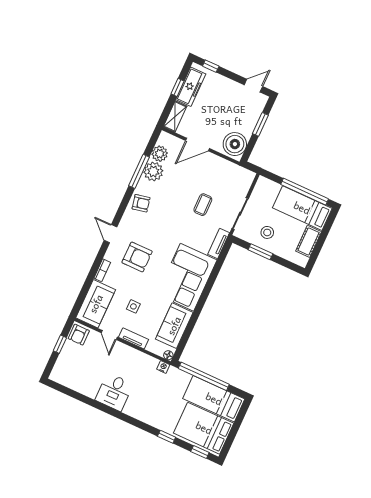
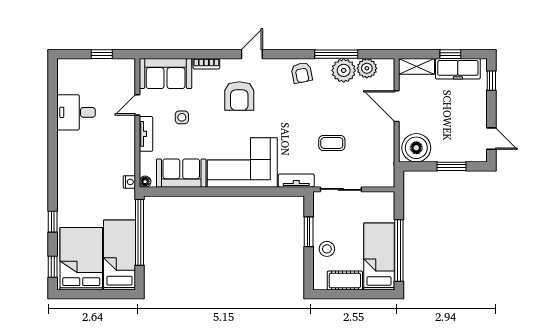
stool: (267, 232) -> (327, 249), moved
armchair: (79, 335) -> (122, 70), removed
desk: (114, 392) -> (76, 112), moved

